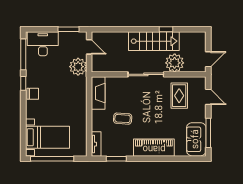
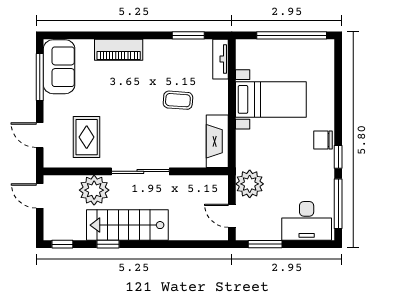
window: (194, 29) -> (62, 244), added
door: (208, 59) -> (40, 196), hinge flipped
bed with nightstands: (47, 137) -> (271, 99), moved, turned 180
piano: (154, 148) -> (119, 50), width x0.73, depth x0.75

